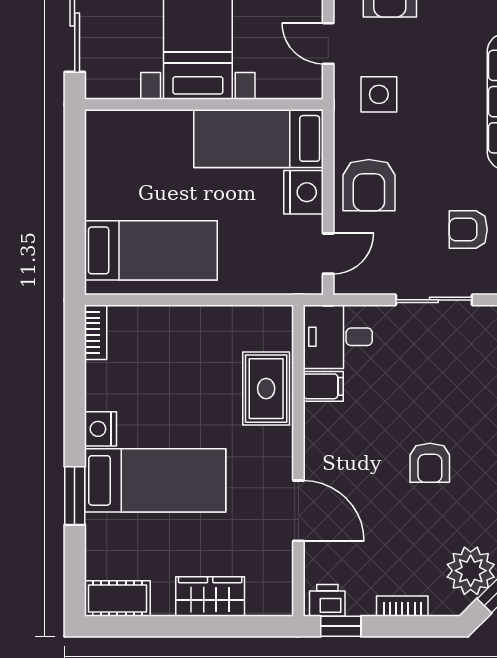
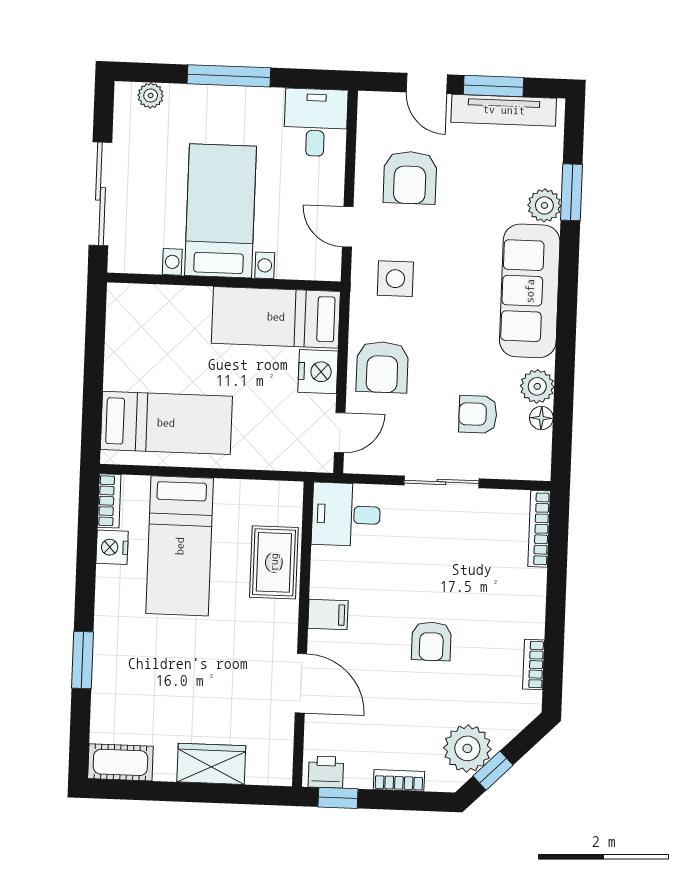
filing cabinet: (323, 386) -> (328, 615), moved
nightstand: (100, 429) -> (112, 547), moved
bed: (155, 480) -> (180, 546), moved, turned 90

